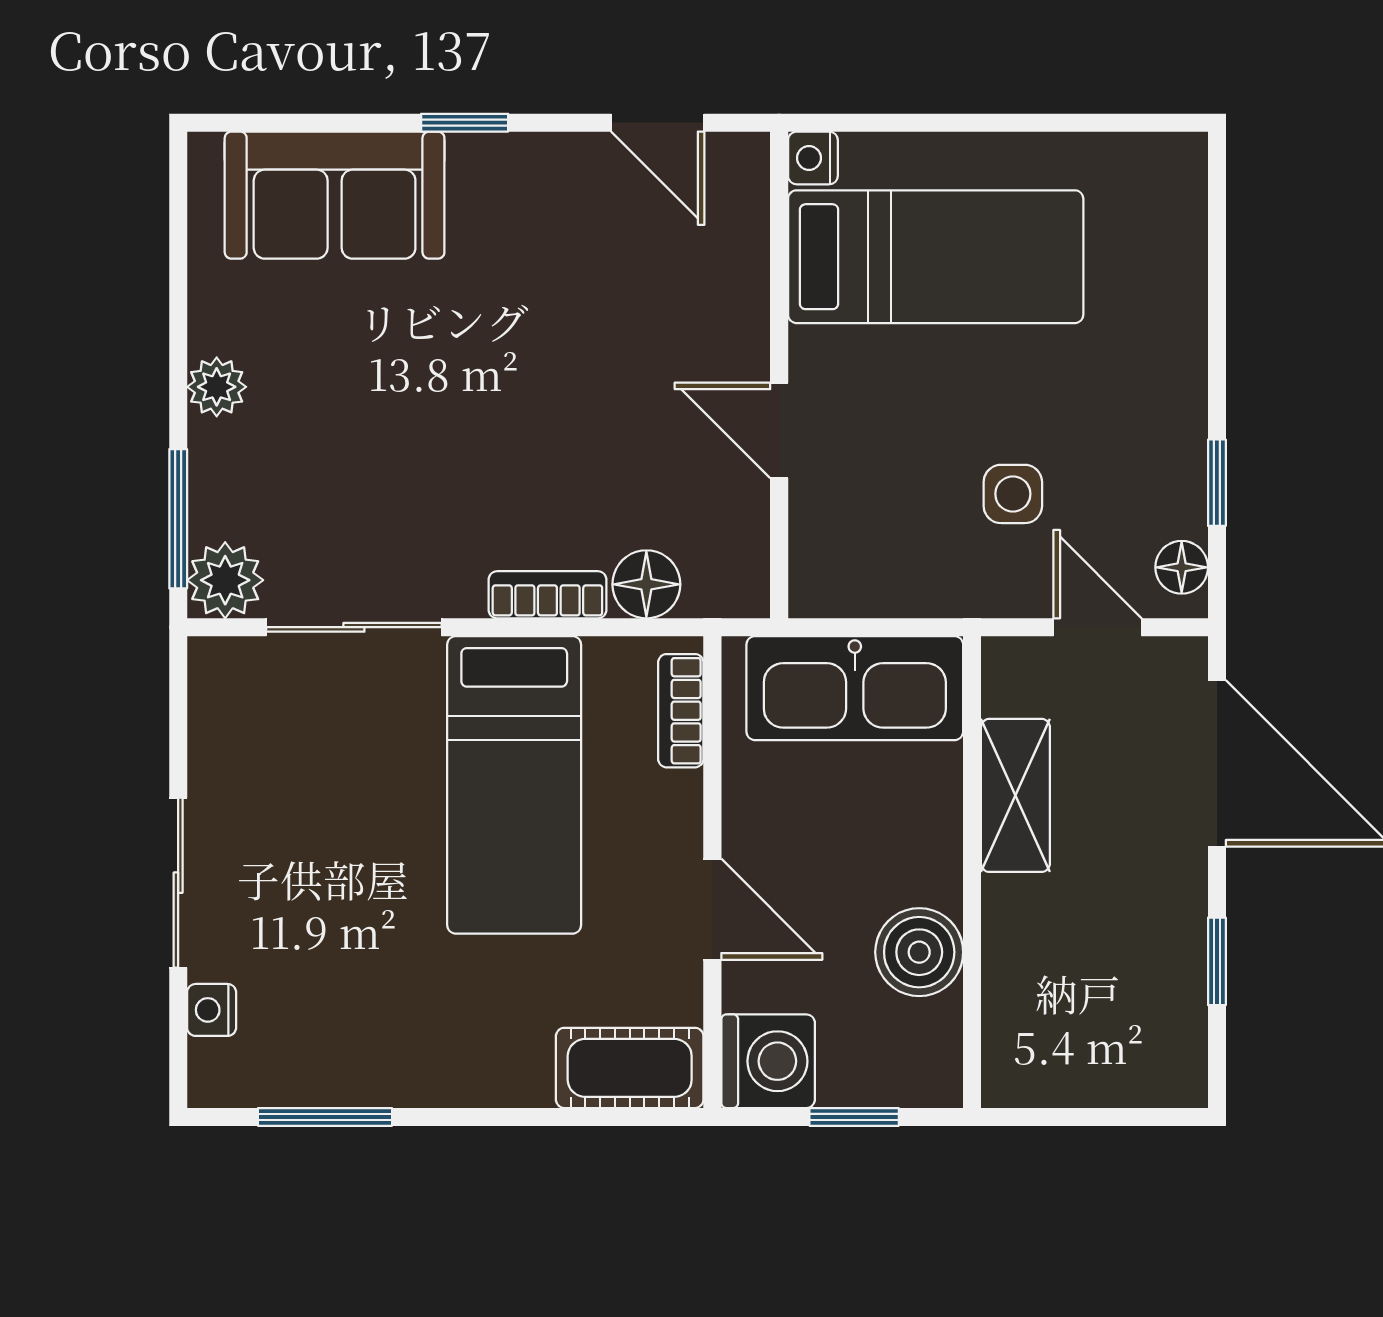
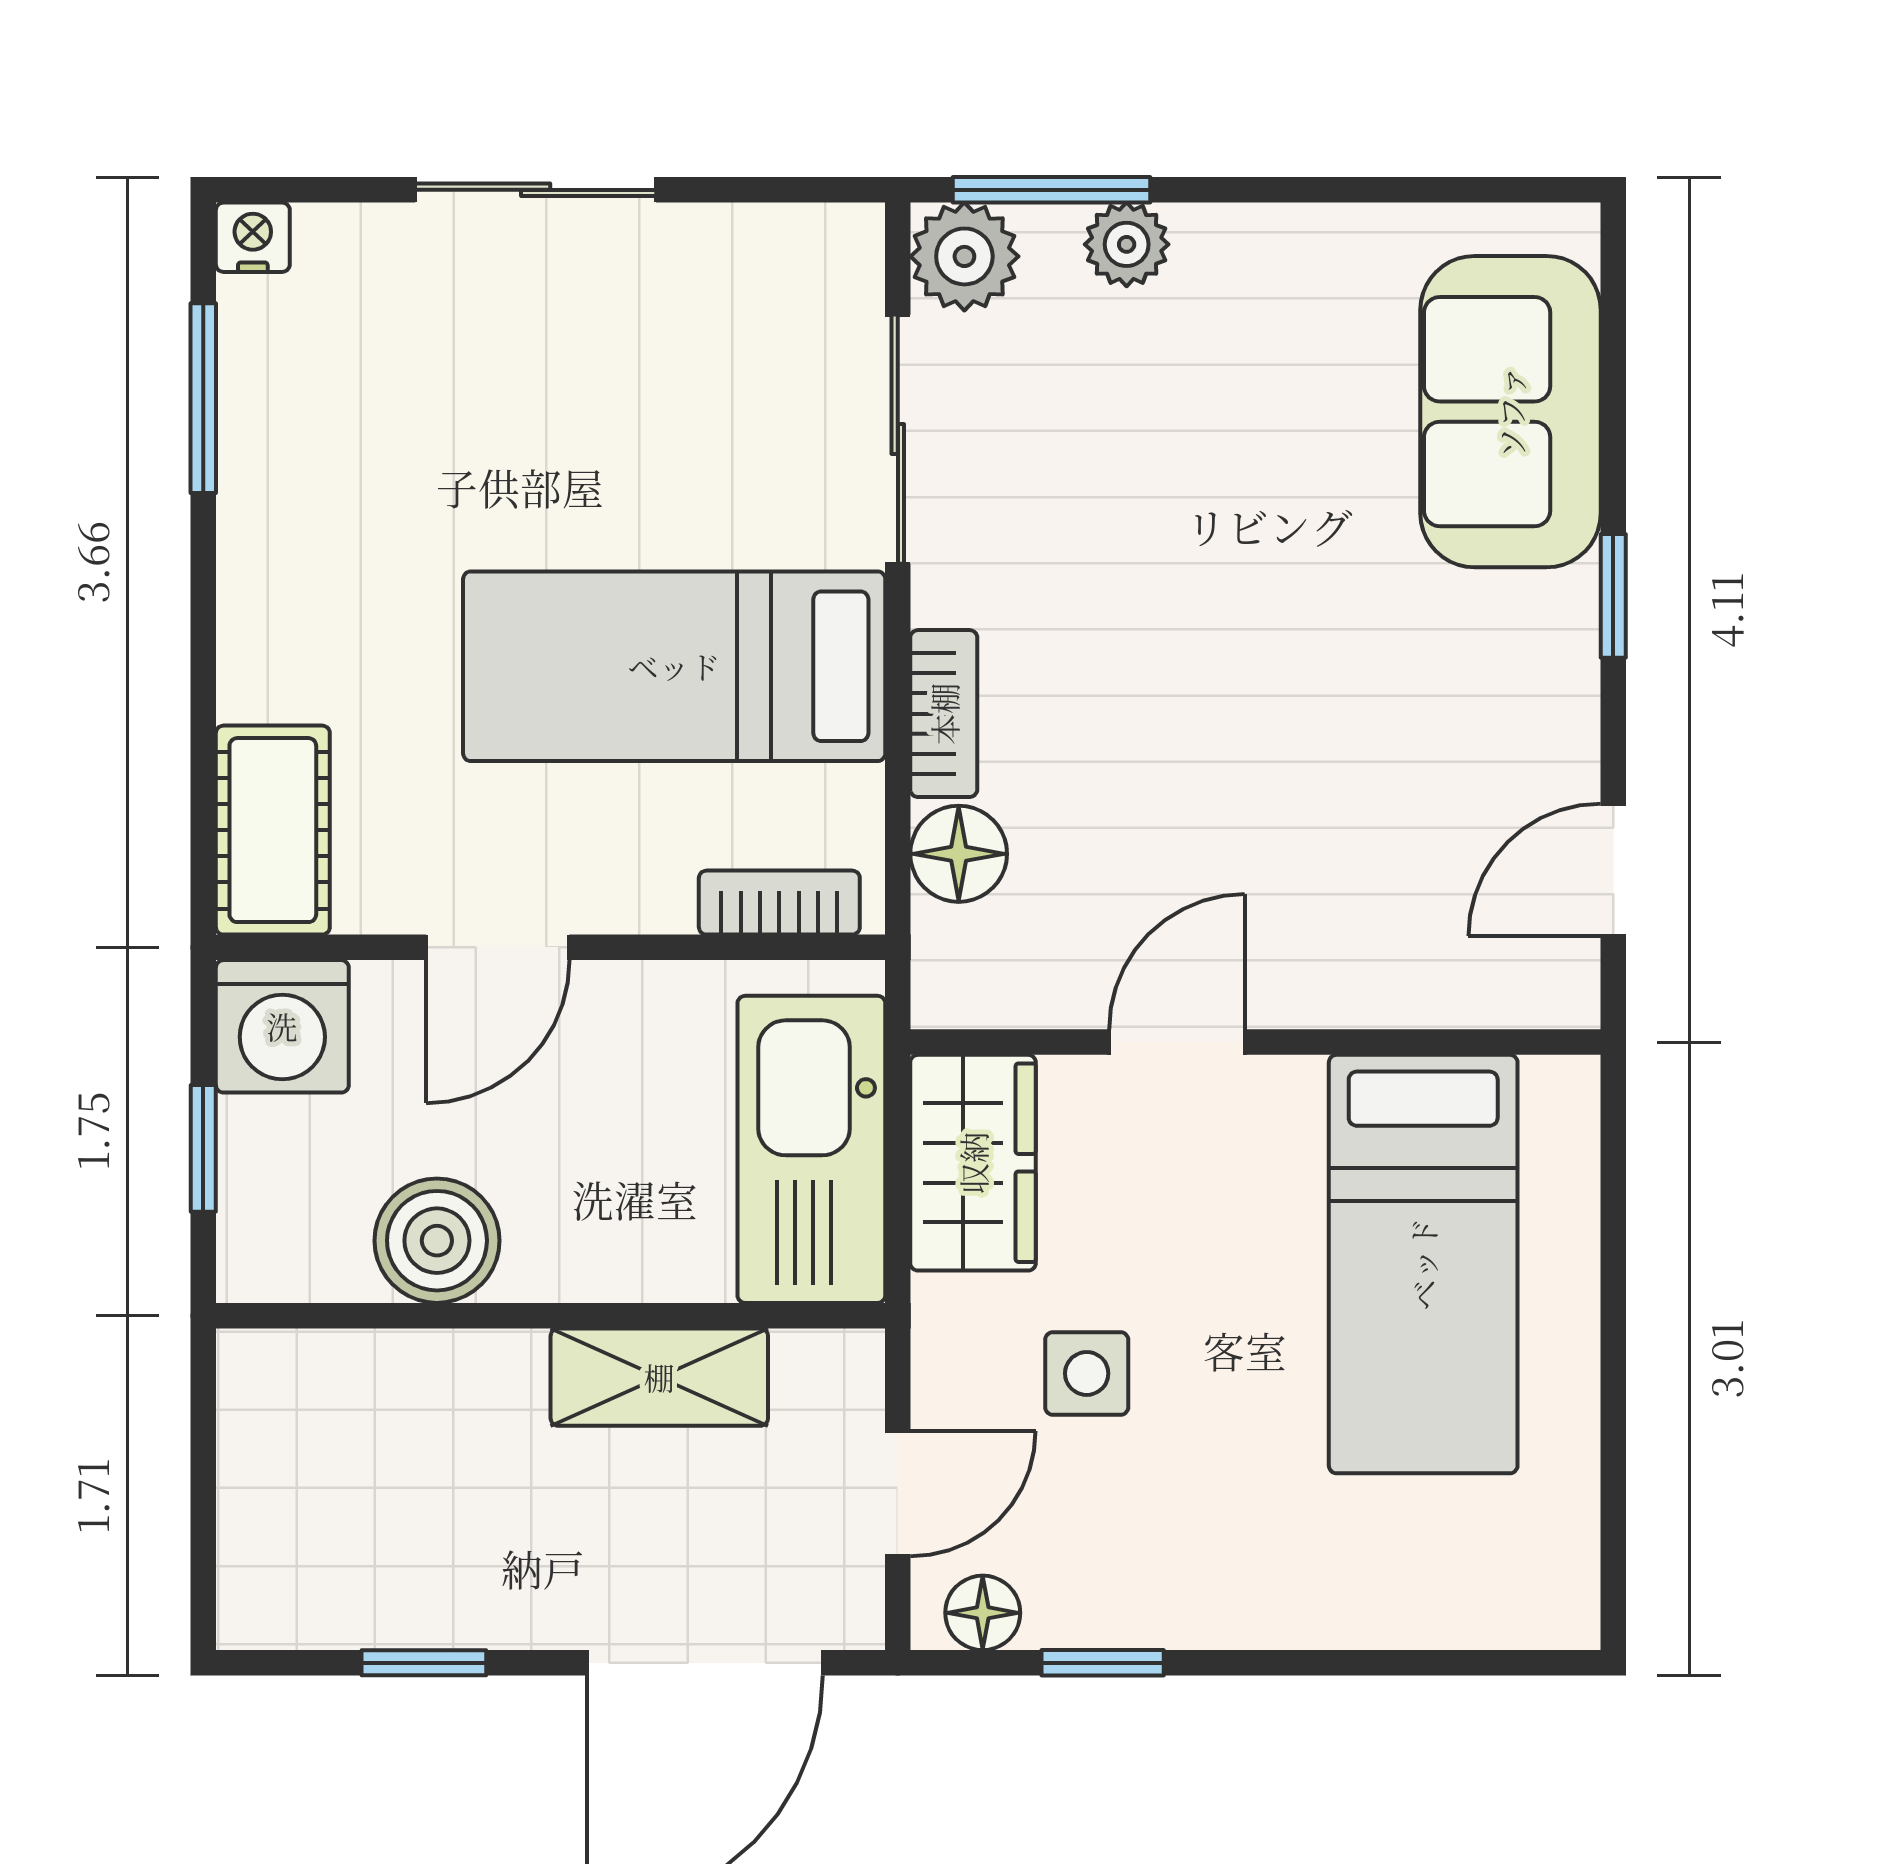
nightstand: (813, 158) -> (1563, 1090), removed
plant: (217, 387) -> (1127, 244), moved
wardrobe: (864, 574) -> (973, 1163), added
nightstand: (212, 1010) -> (253, 237), moved

